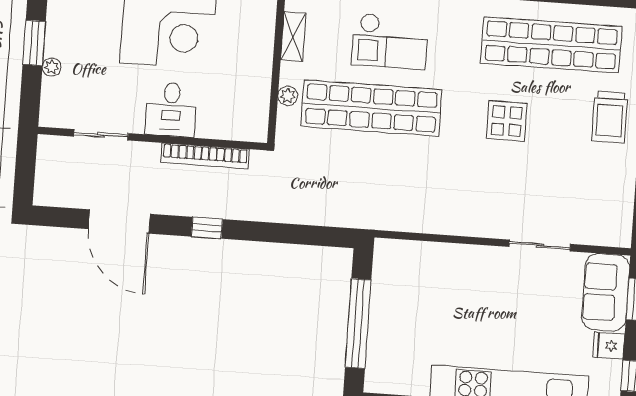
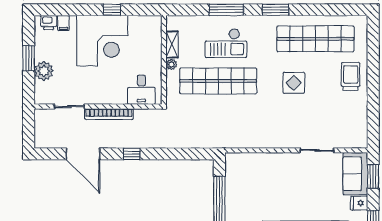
plant: (52, 67) -> (44, 71), width x1.88, depth x1.88
plant: (288, 96) -> (171, 65), moved
desk: (171, 109) -> (141, 90), moved
trolley: (610, 117) -> (351, 76), turned 180
bookcase: (205, 156) -> (109, 114), moved

